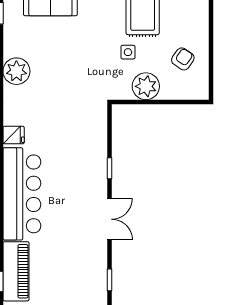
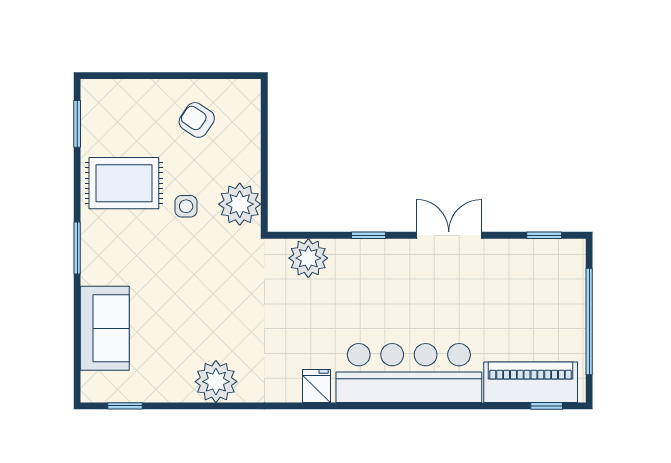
plant: (146, 86) -> (240, 204), moved
plant: (95, 130) -> (308, 258), added

